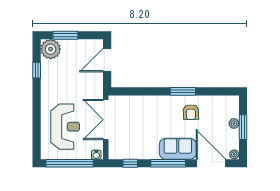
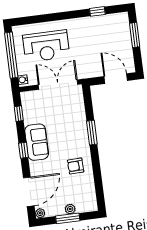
plant: (51, 49) -> (119, 22), removed
window: (183, 91) -> (92, 133), moved
sofa: (178, 149) -> (37, 142), moved
window: (168, 163) -> (23, 150), width x0.46

